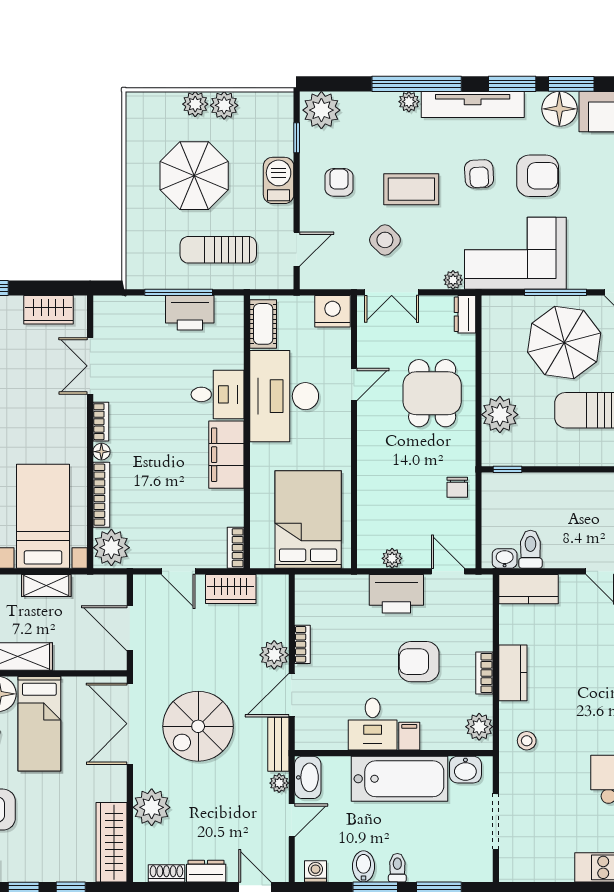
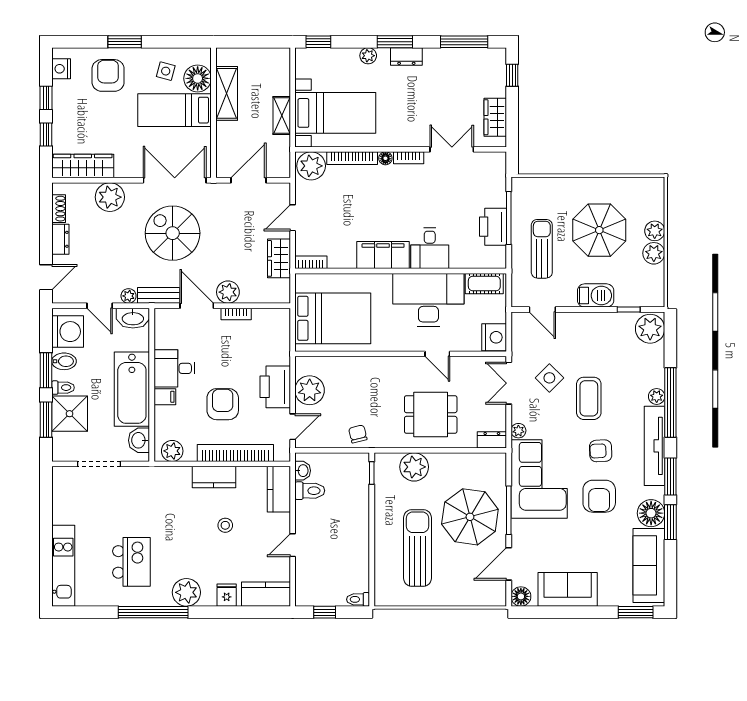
armchair: (339, 182) -> (594, 342), removed
chair: (457, 487) -> (358, 434), turned 76
plant: (392, 558) -> (310, 390), width x1.88, depth x1.88
bookcase: (484, 673) -> (235, 453), width x2.31, depth x1.31
stool: (527, 741) -> (225, 525), moved
shower: (431, 859) -> (70, 414), added
washing machine: (316, 871) -> (68, 332), width x1.89, depth x1.89

